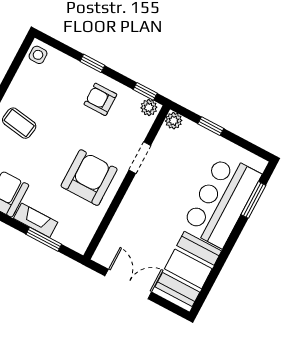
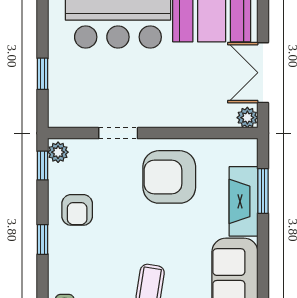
plant: (174, 121) -> (247, 118), moved
fireplace: (36, 220) -> (243, 201), width x1.37, depth x1.32

